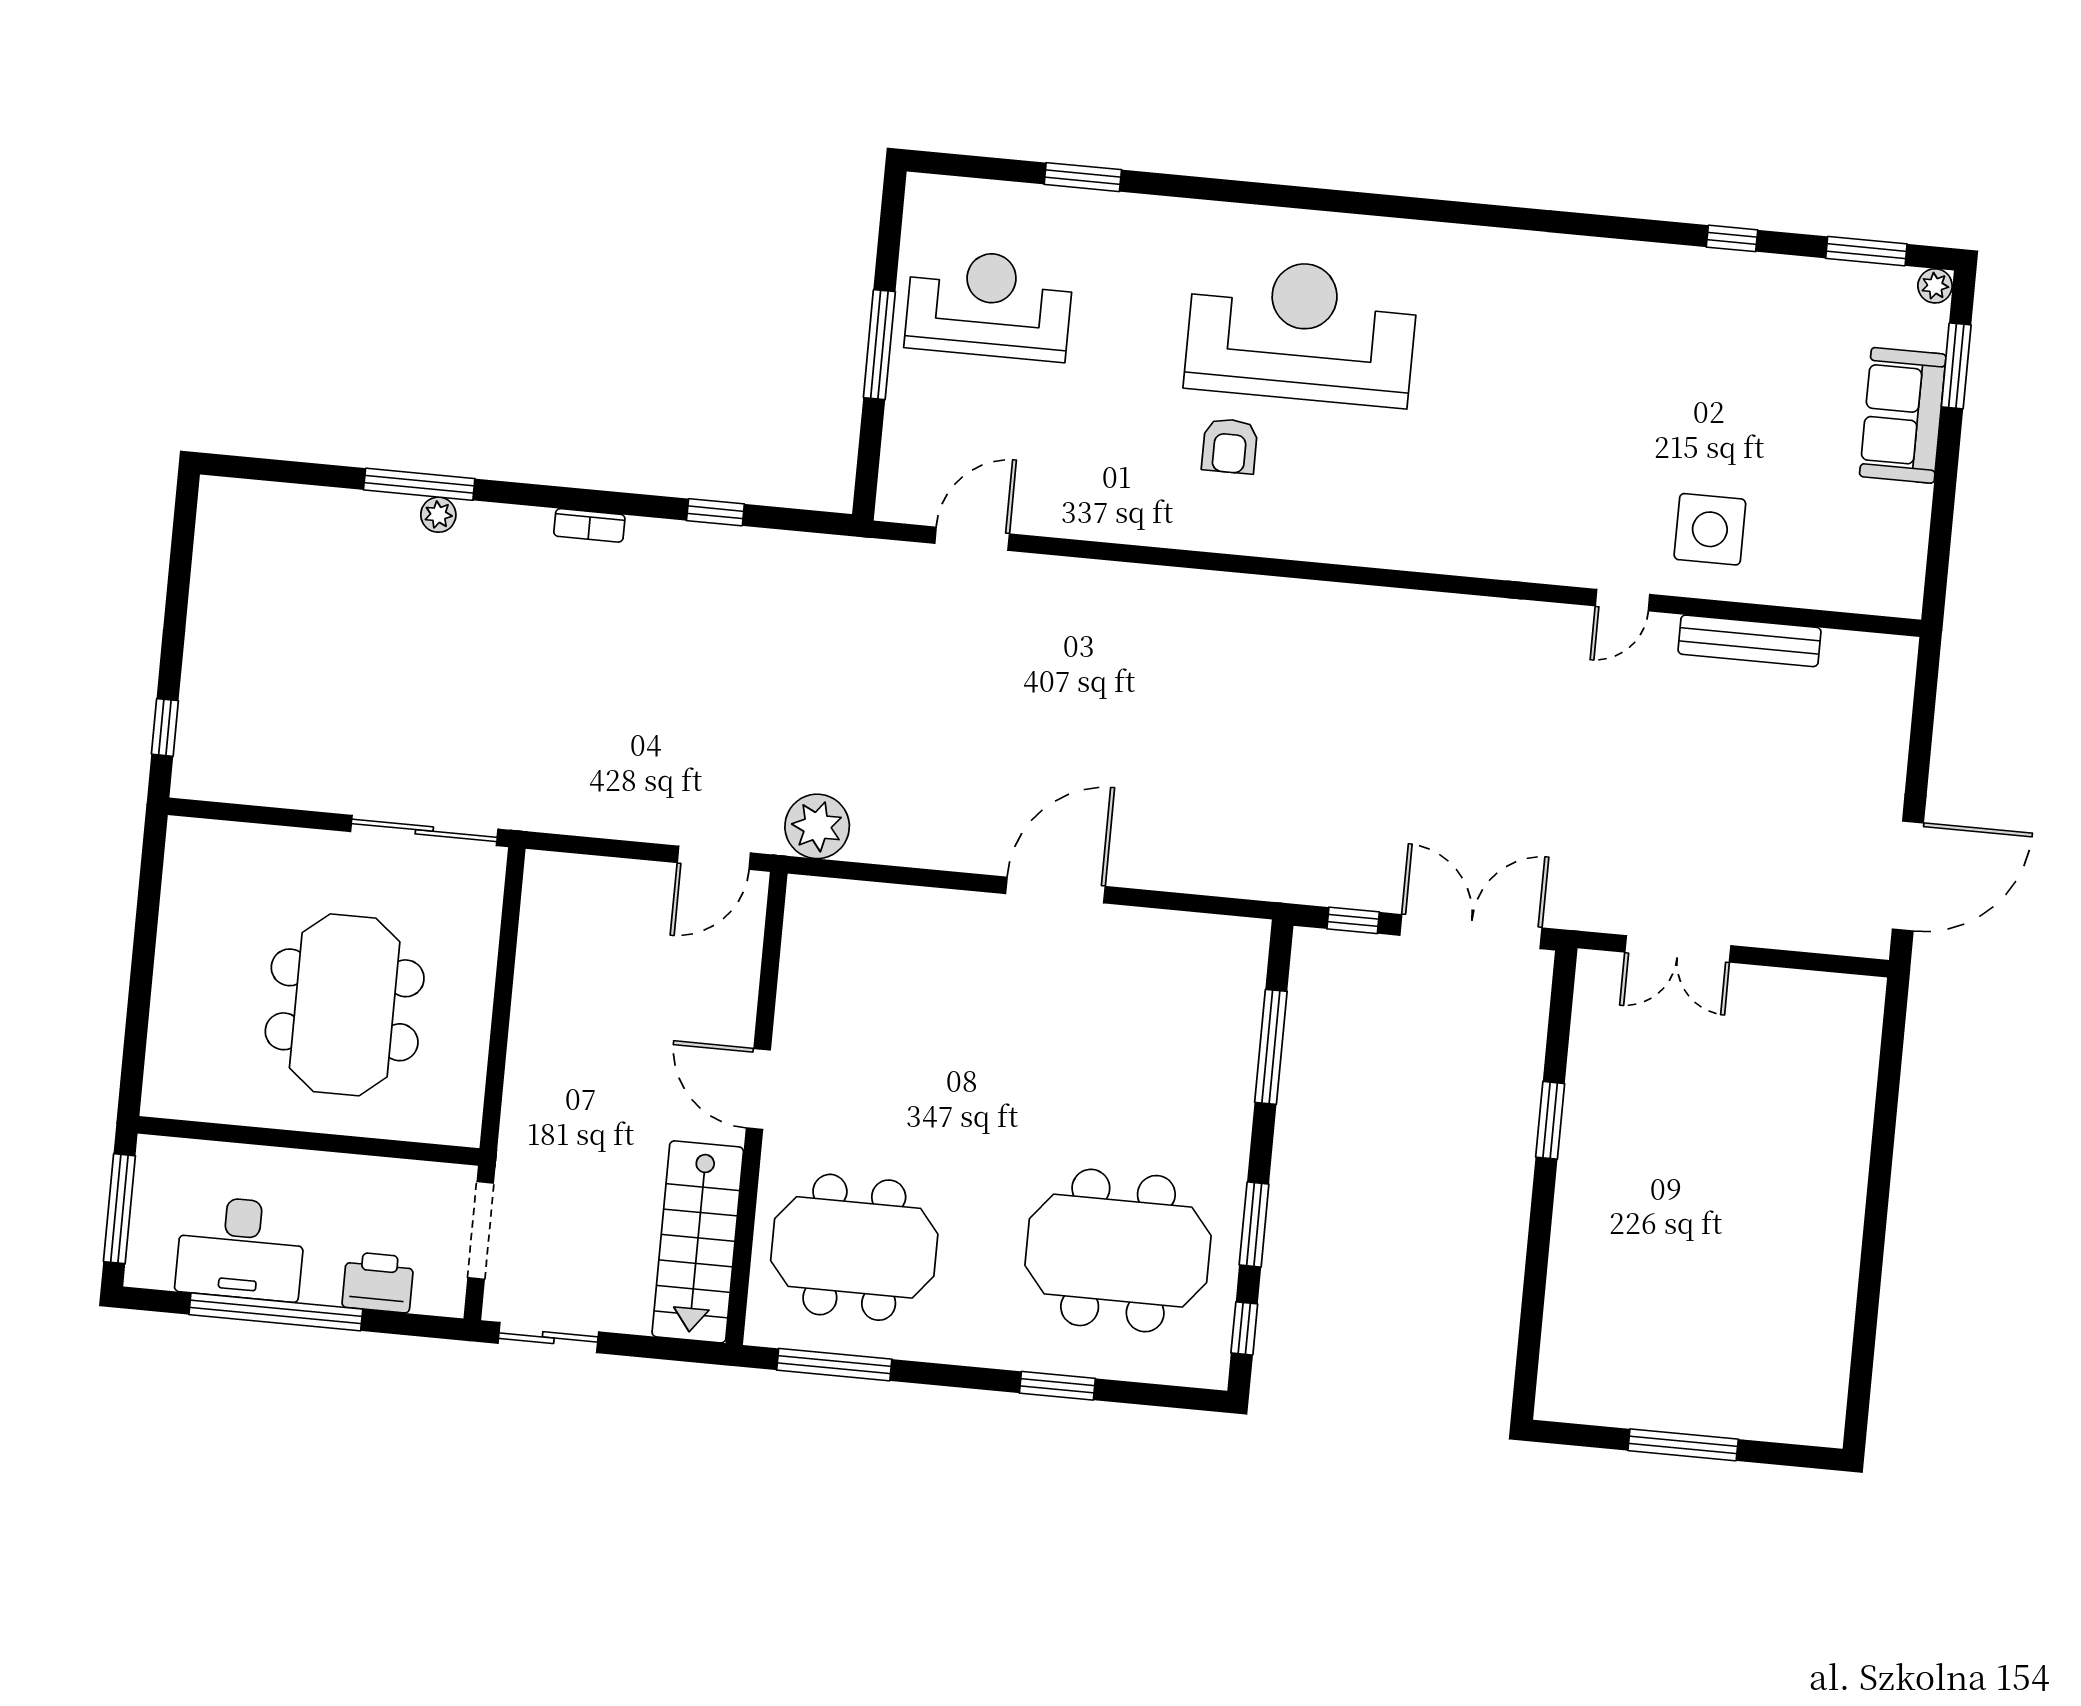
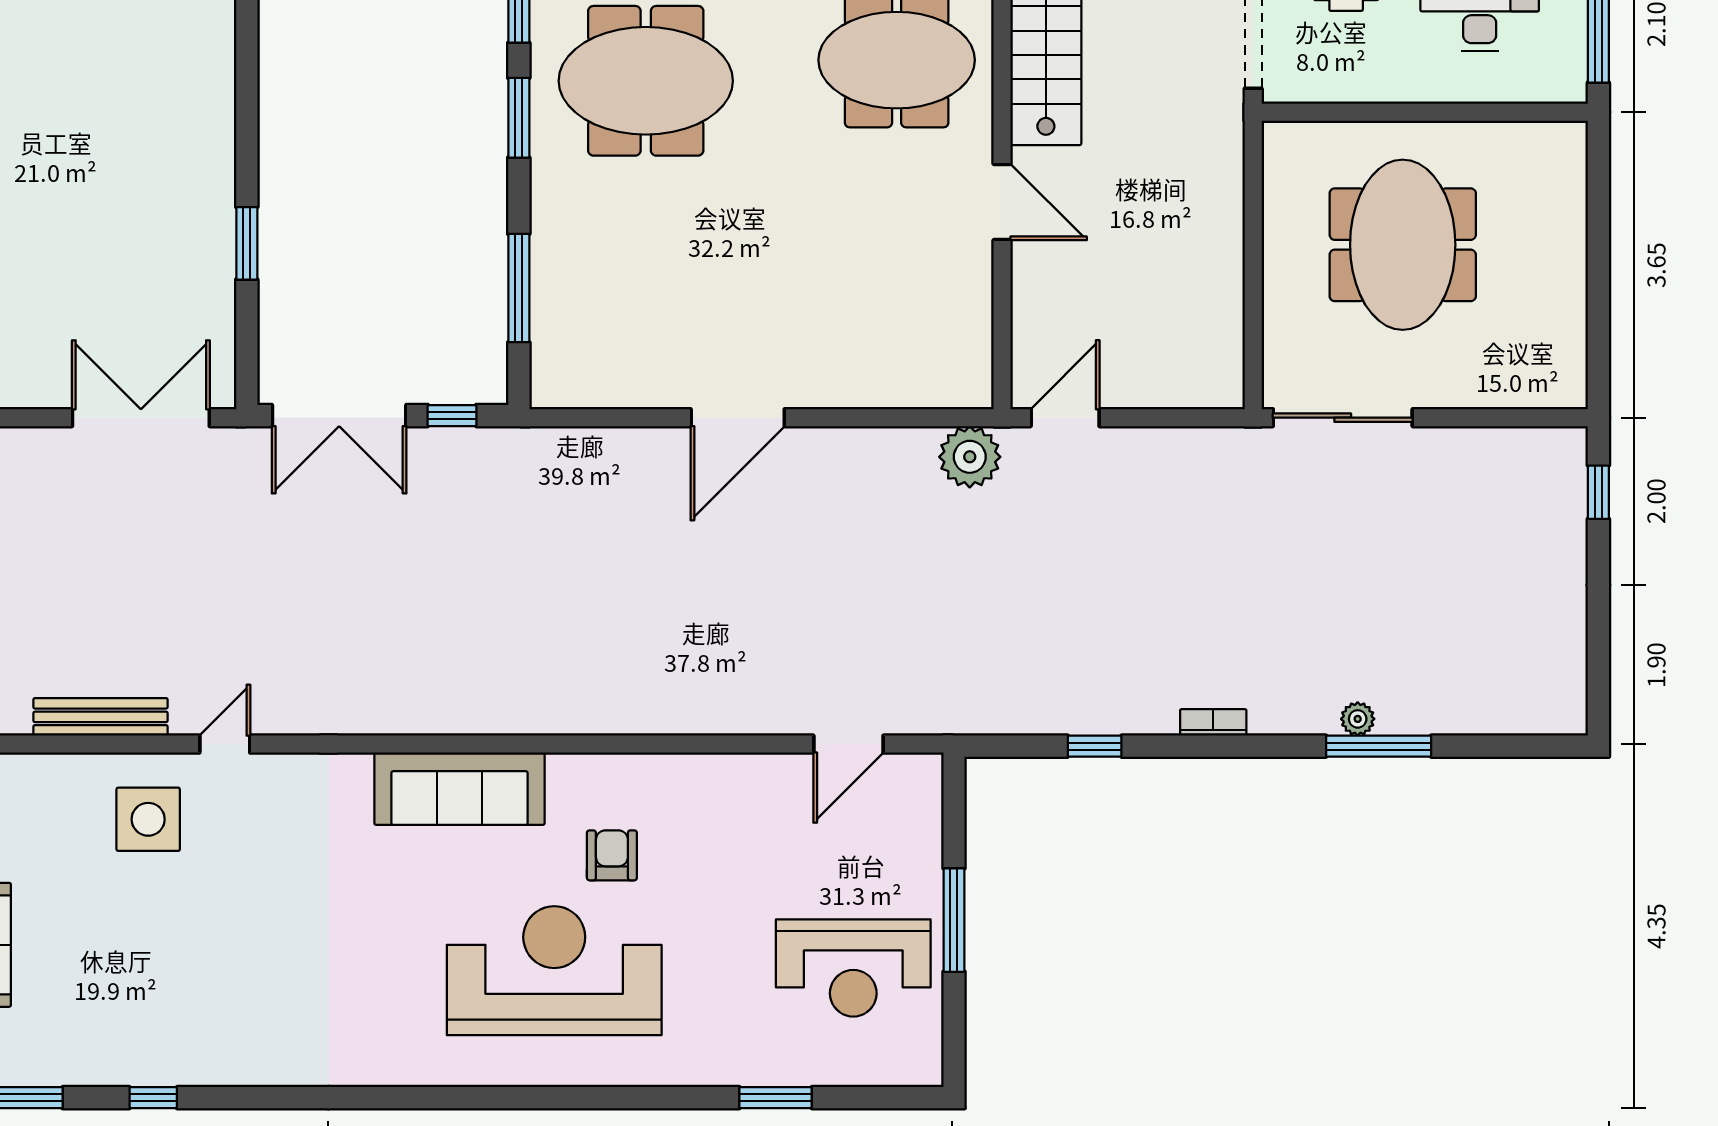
reception desk: (1301, 331) -> (554, 971), turned 180
sofa: (1382, 531) -> (459, 789), added
double door: (1678, 949) -> (141, 418), width x1.37

